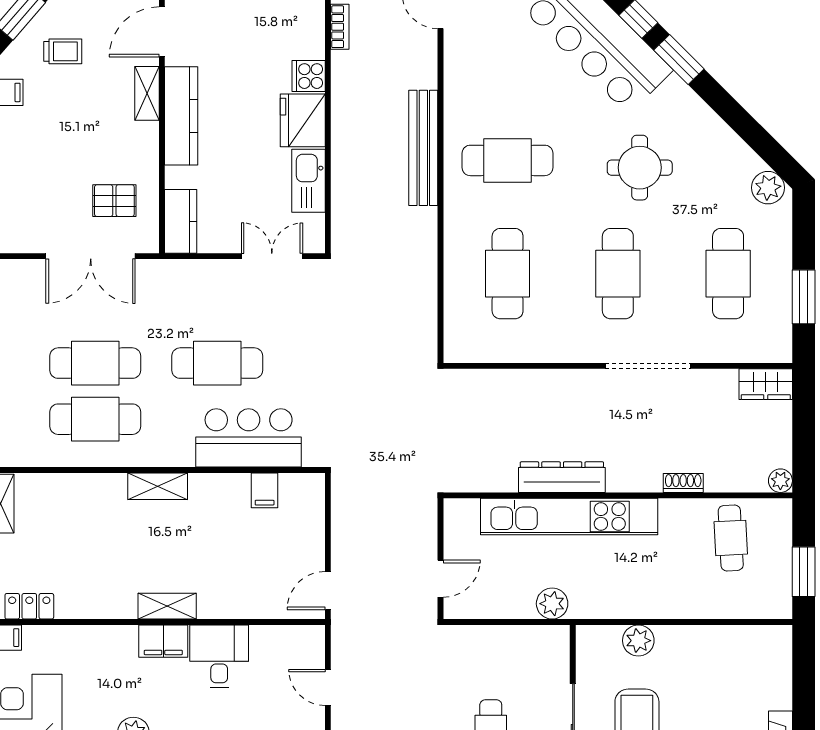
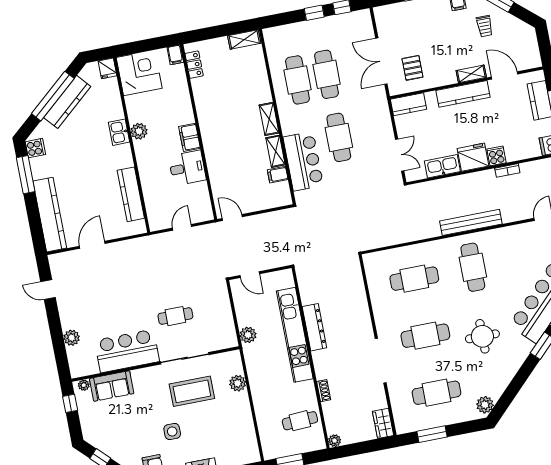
bookcase: (340, 27) -> (507, 170), moved
shelving: (167, 606) -> (276, 151), moved

